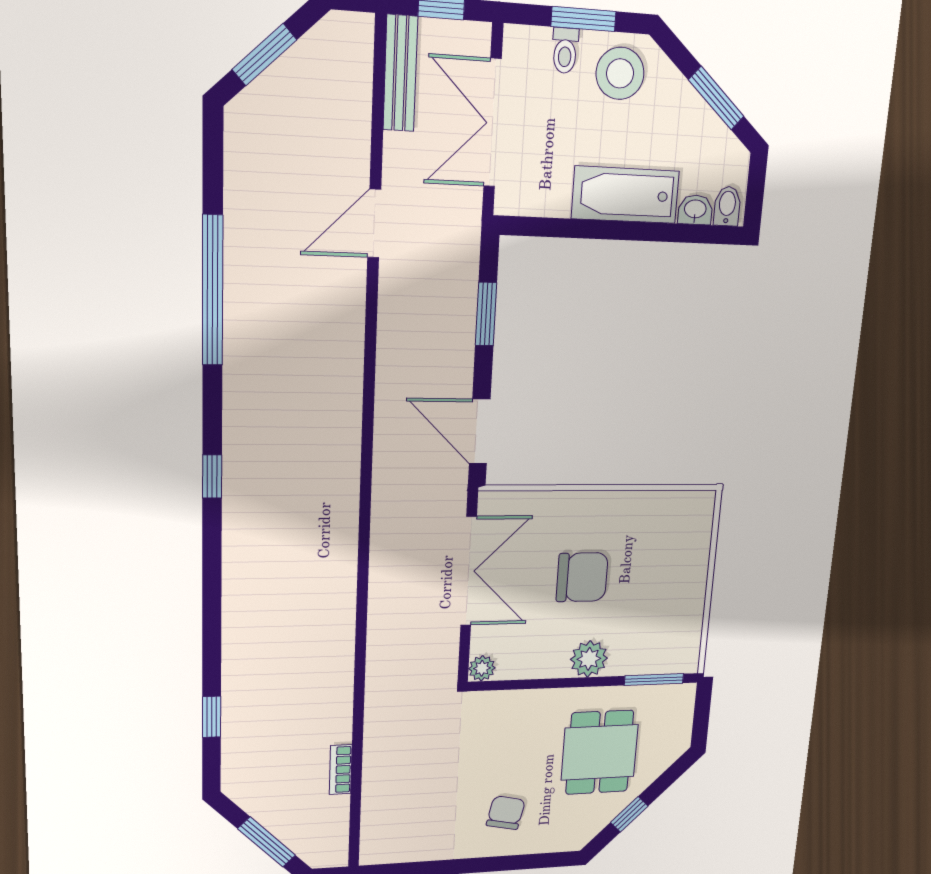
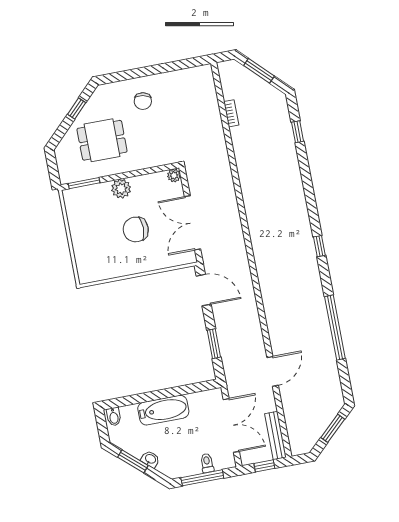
window: (583, 19) -> (202, 478), width x1.44
stool: (620, 73) -> (180, 460), removed
washbasin: (695, 210) -> (150, 459), moved, turned -138
dining table: (600, 752) -> (102, 140), turned 90

